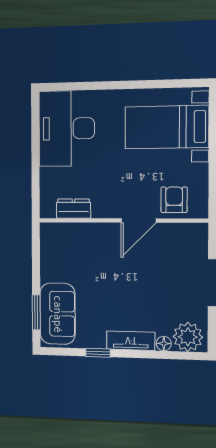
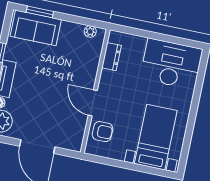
plant: (47, 243) -> (90, 31), added

